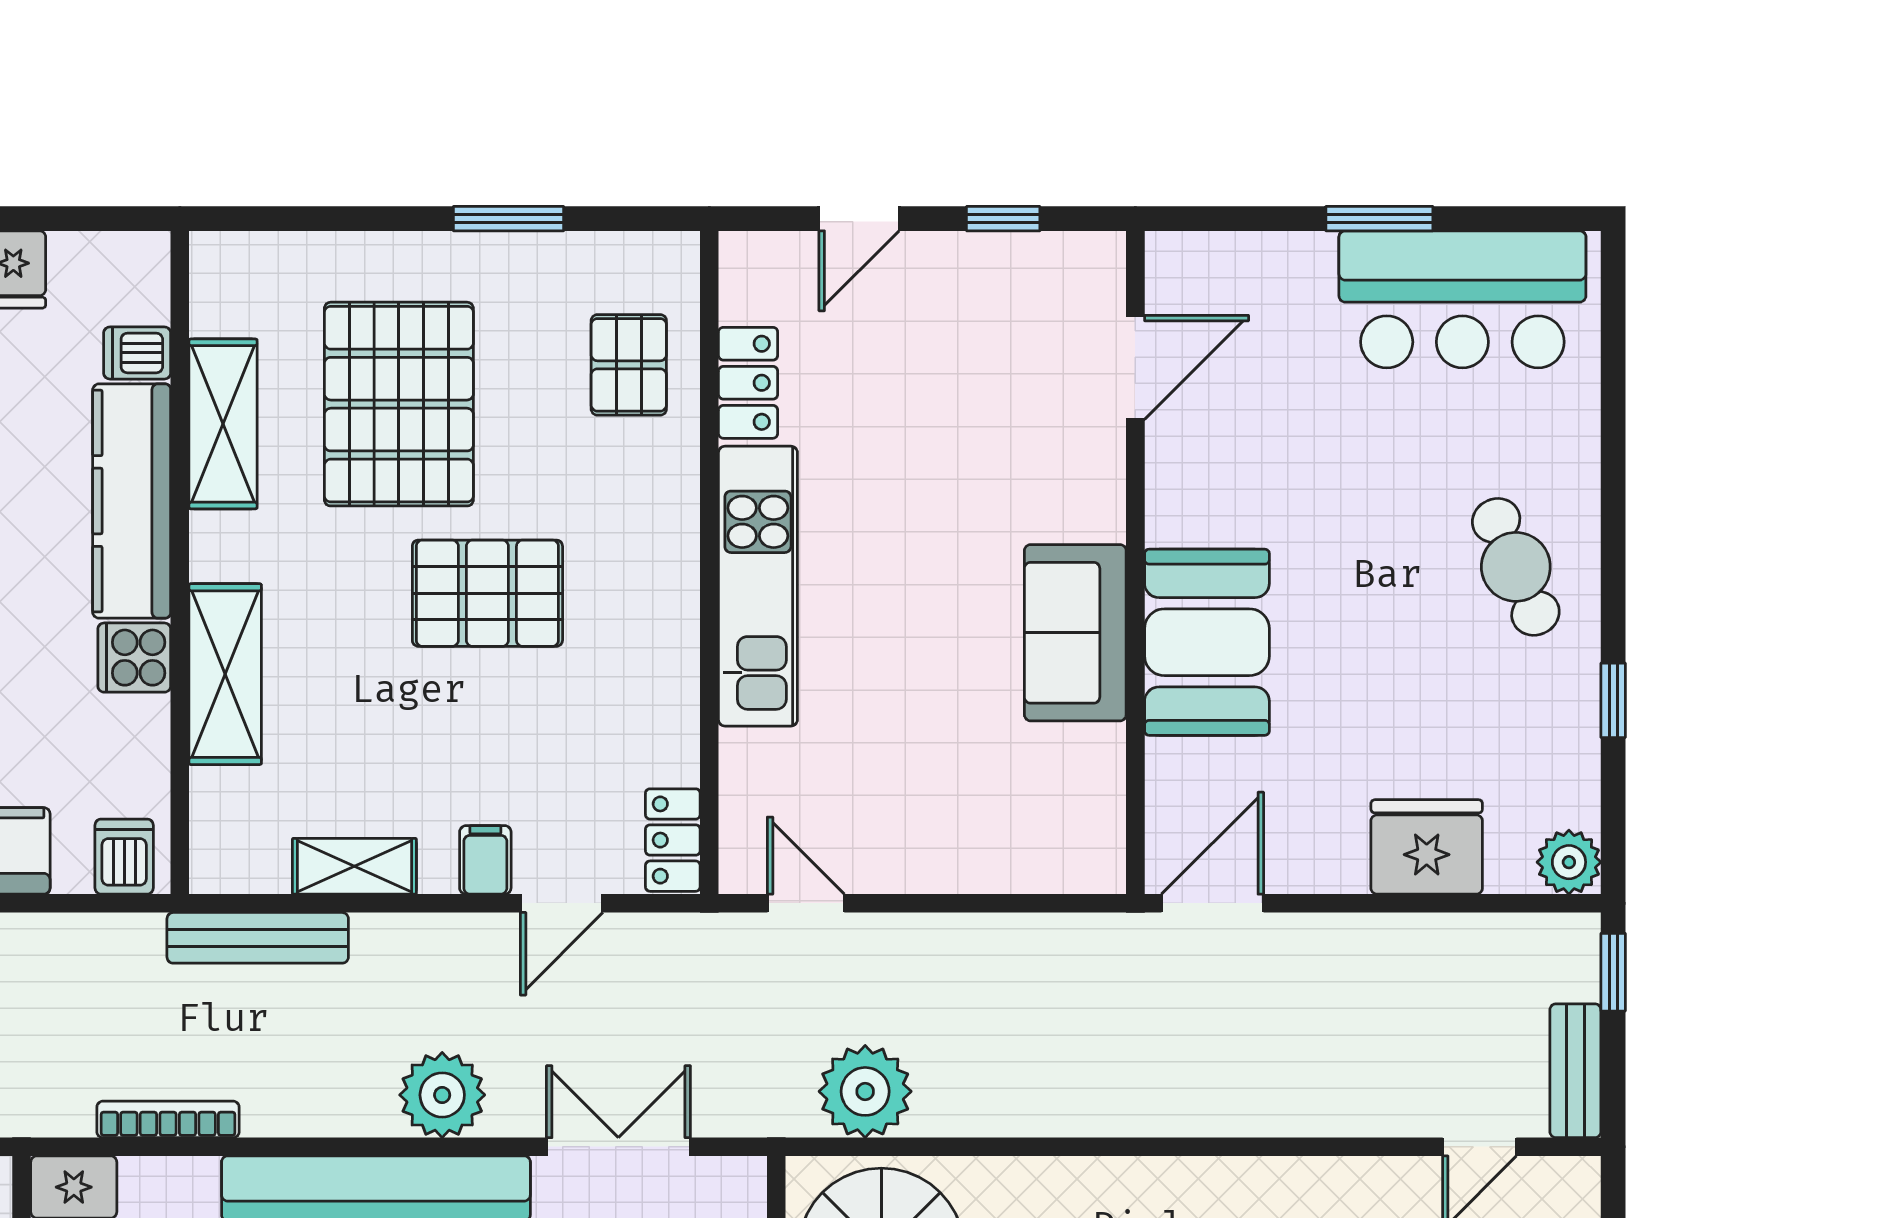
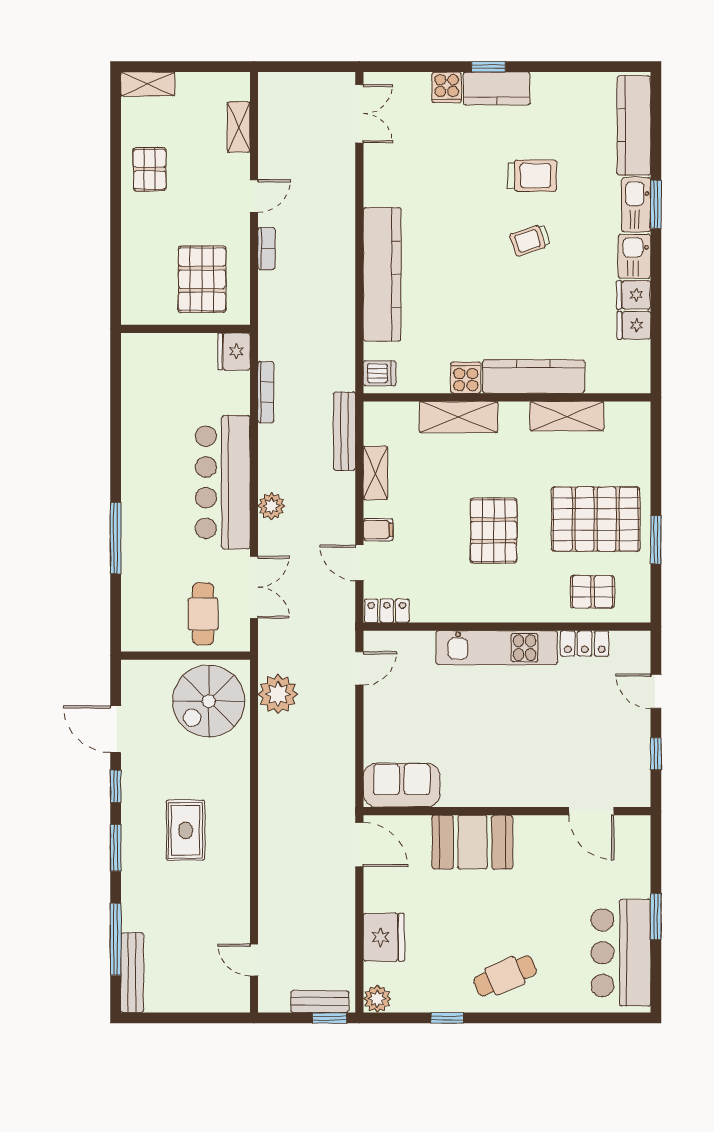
dishwasher: (137, 353) -> (598, 379), removed
pallet: (399, 404) -> (596, 519), moved
sofa: (1075, 633) -> (402, 785), moved
bench: (1575, 1071) -> (320, 1002), moved
plant: (442, 1095) -> (271, 506), width x0.73, depth x0.73

